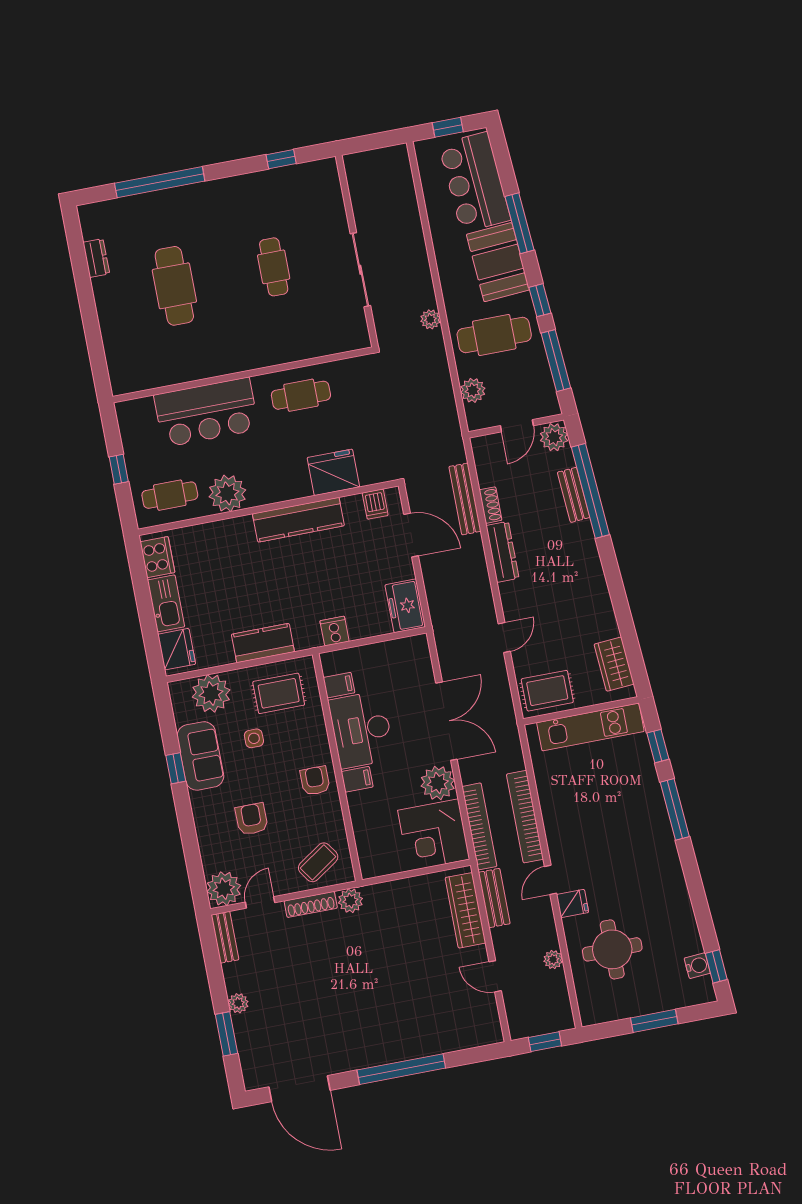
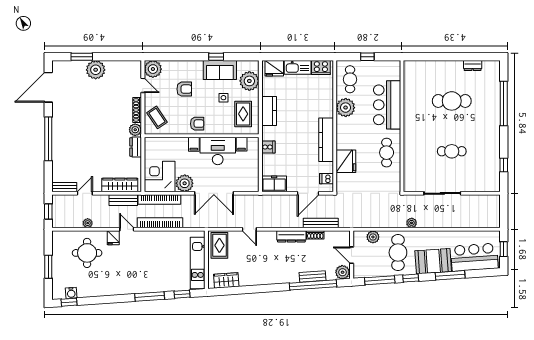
dresser: (384, 893) -> (136, 147), added
bench: (225, 937) -> (64, 187), moved
plant: (238, 1003) -> (96, 70), width x1.88, depth x1.88

